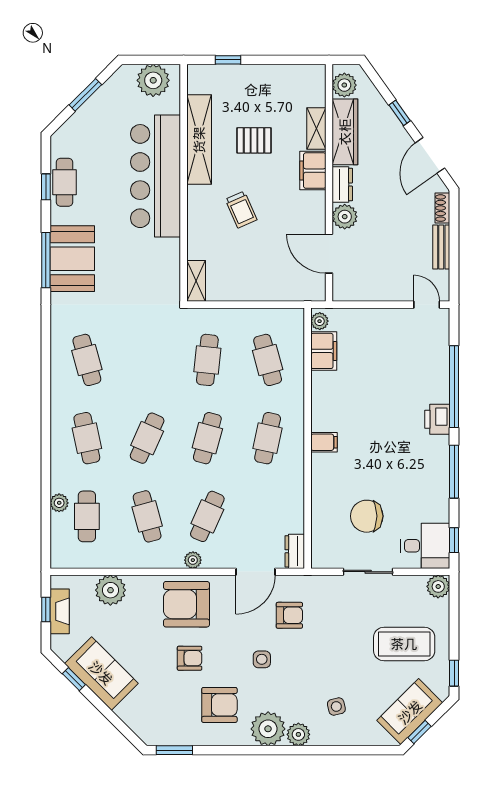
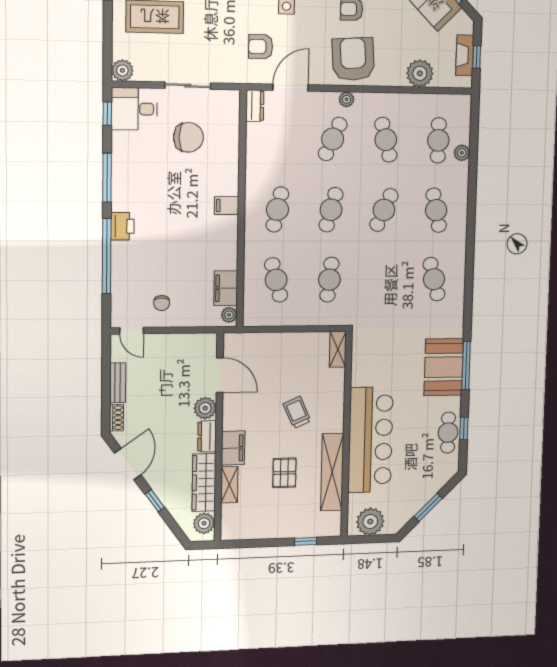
pallet: (254, 140) -> (284, 473), turned 90
chair: (394, 335) -> (162, 303), added
armchair: (186, 604) -> (353, 59), turned -94

